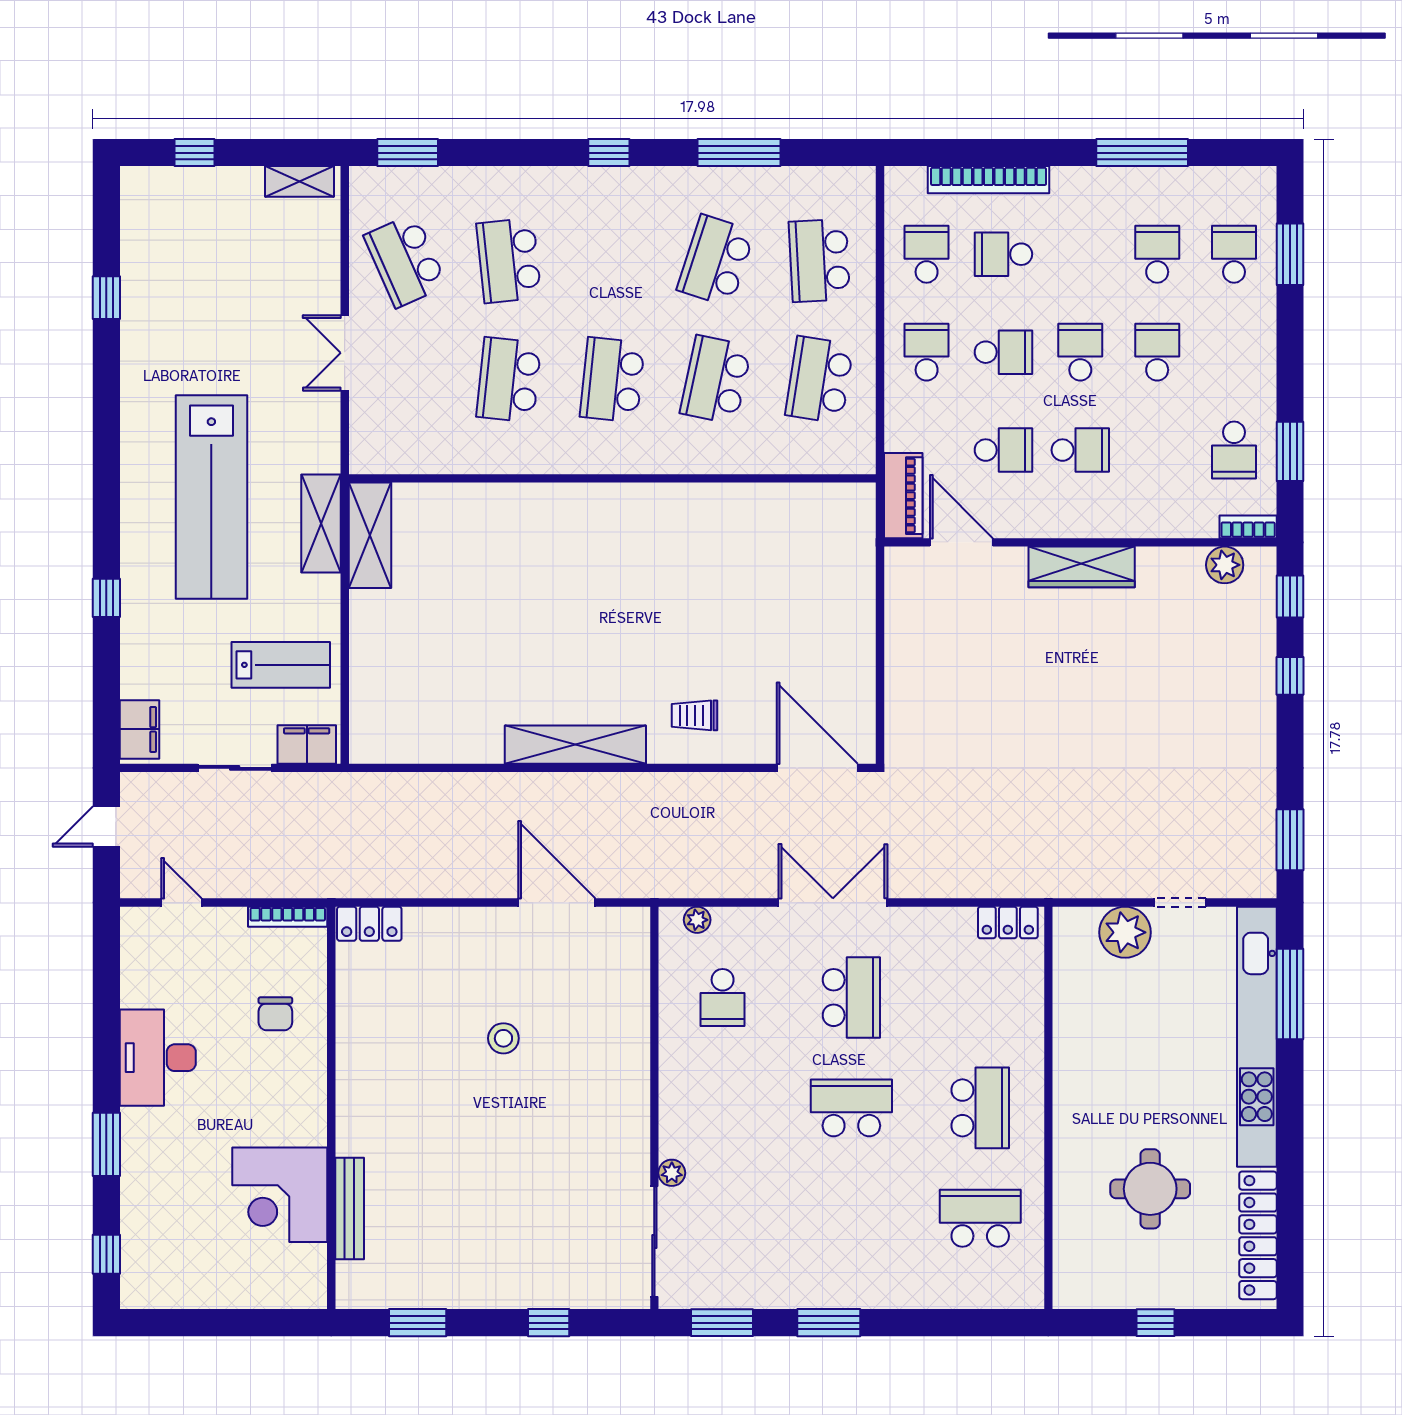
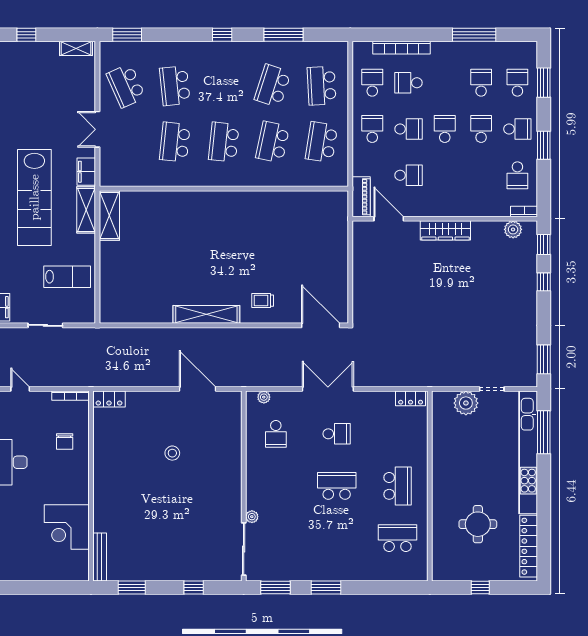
school desk: (1080, 450) -> (517, 129), moved
window: (1290, 451) -> (544, 145), moved
filing cabinet: (307, 744) -> (86, 172), moved, turned -90
school desk: (851, 998) -> (337, 434), width x0.54
bench: (350, 1208) -> (100, 557), moved

